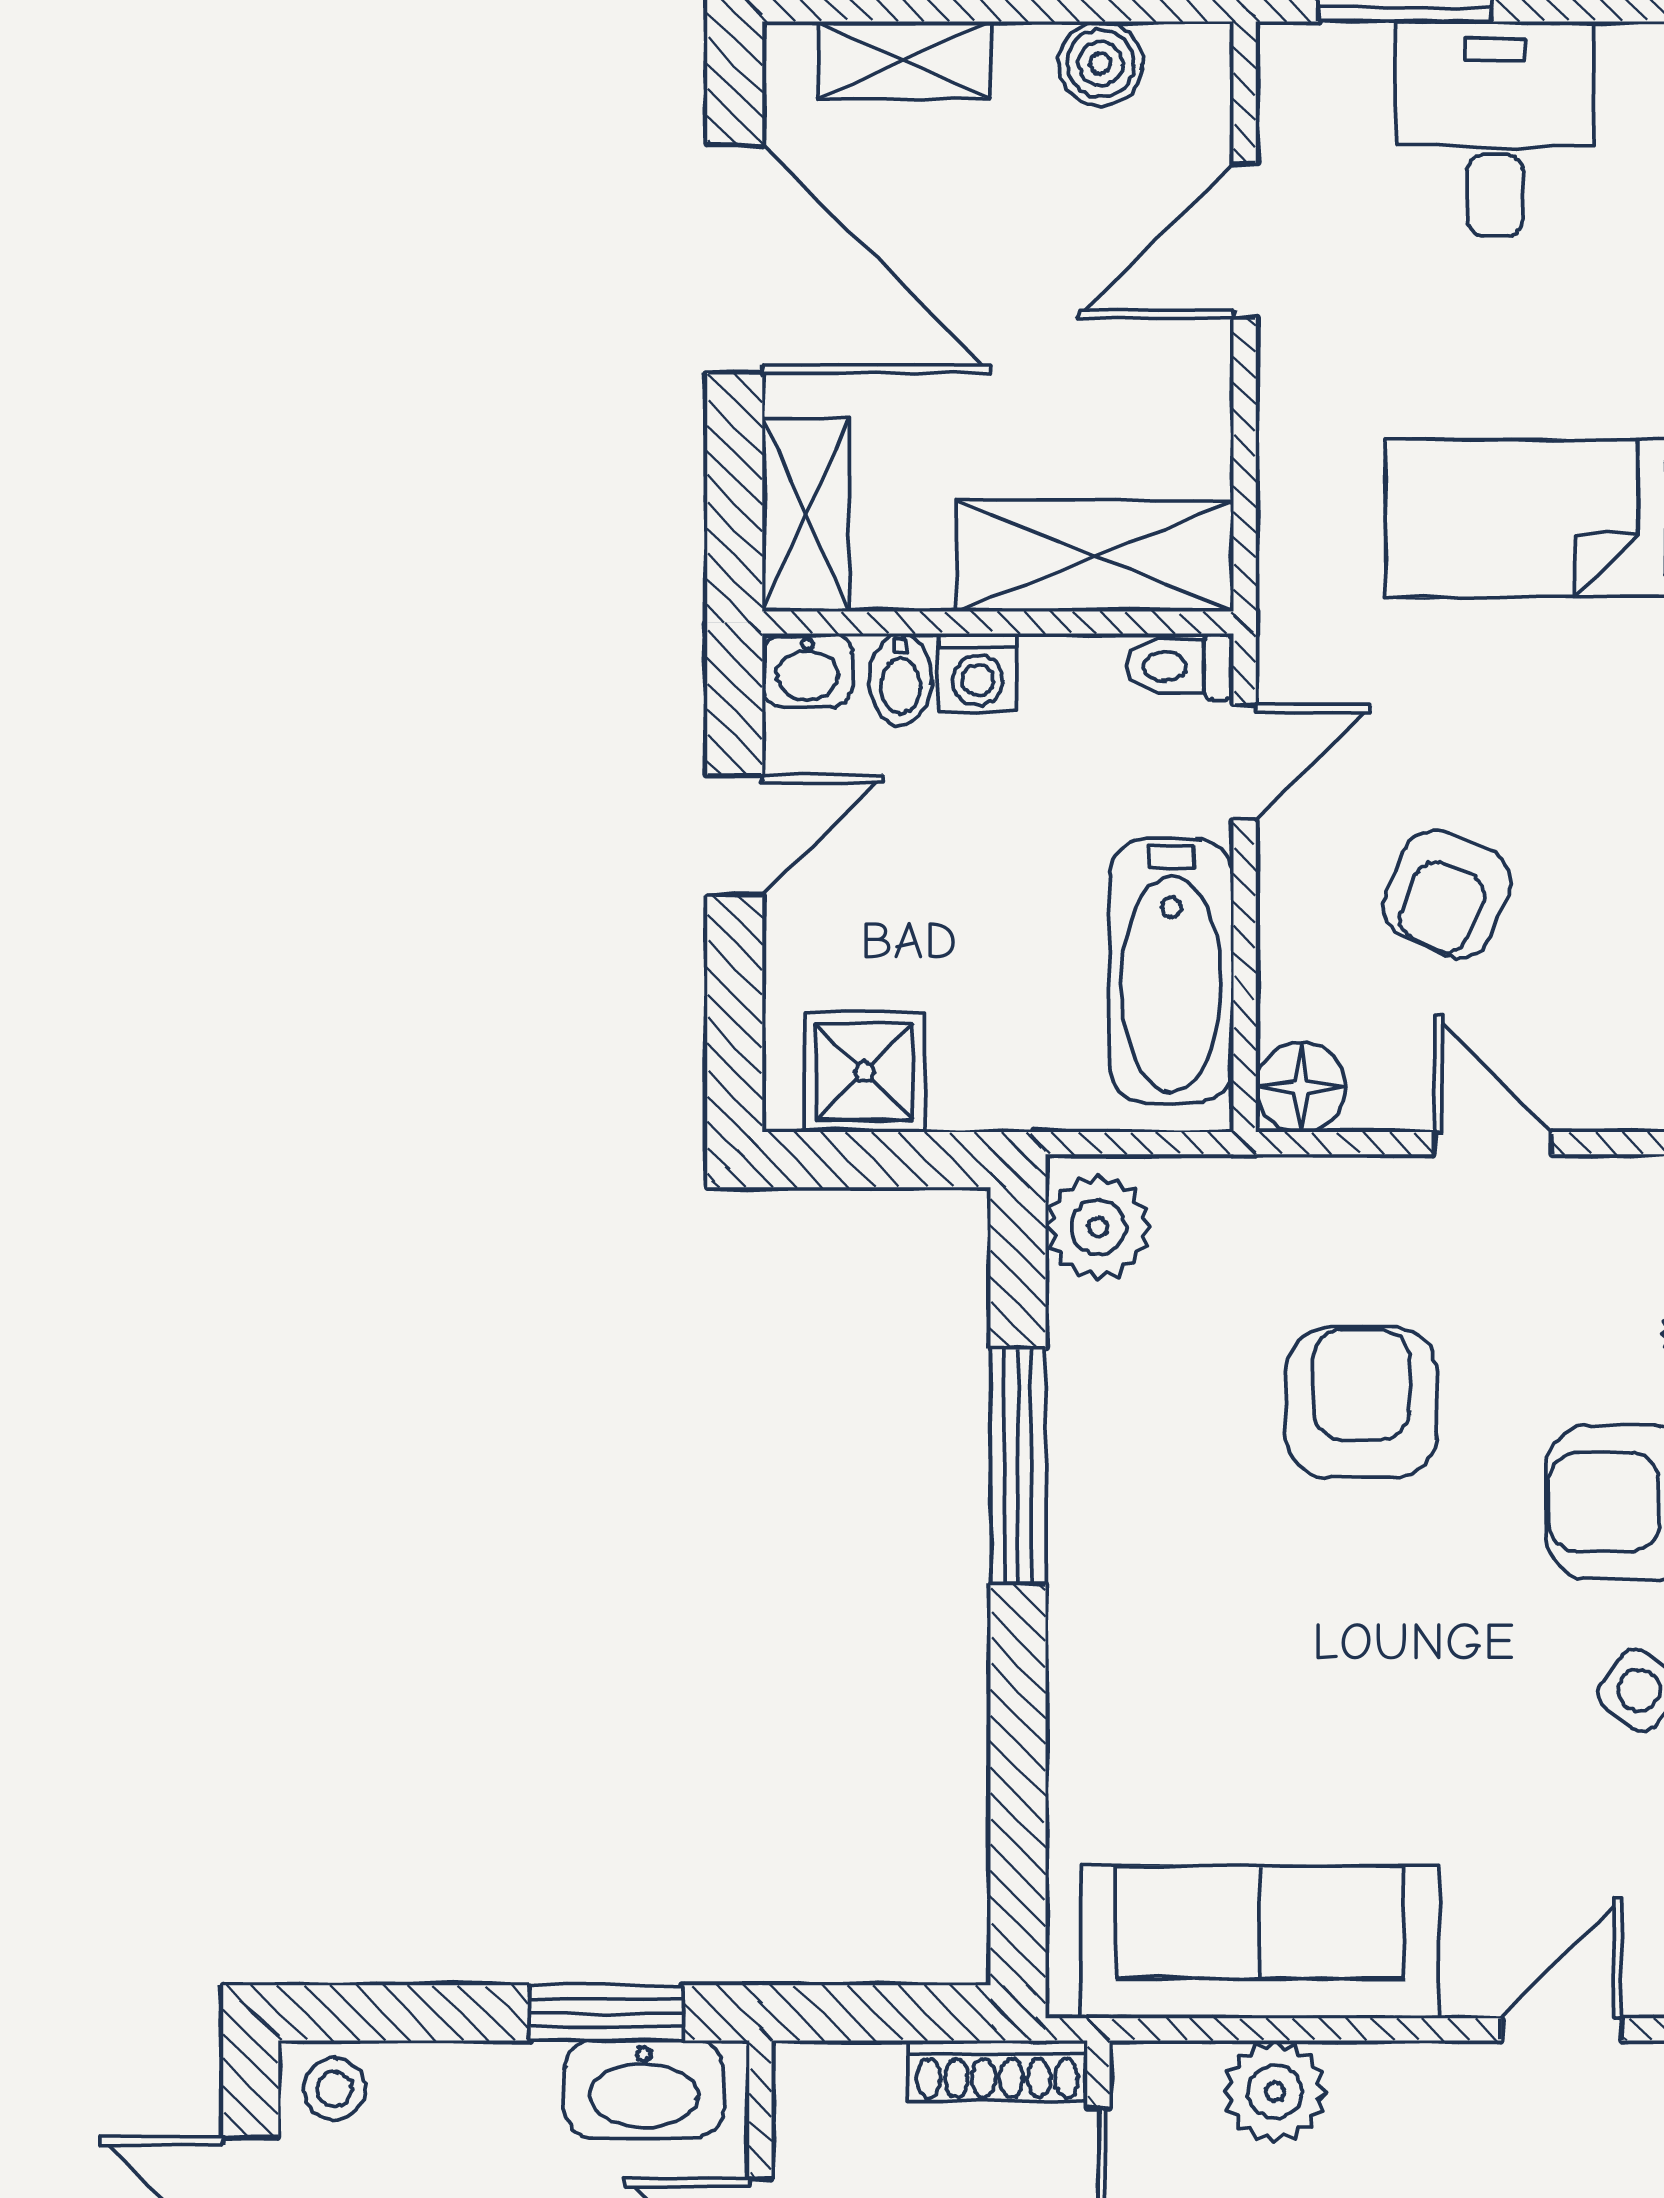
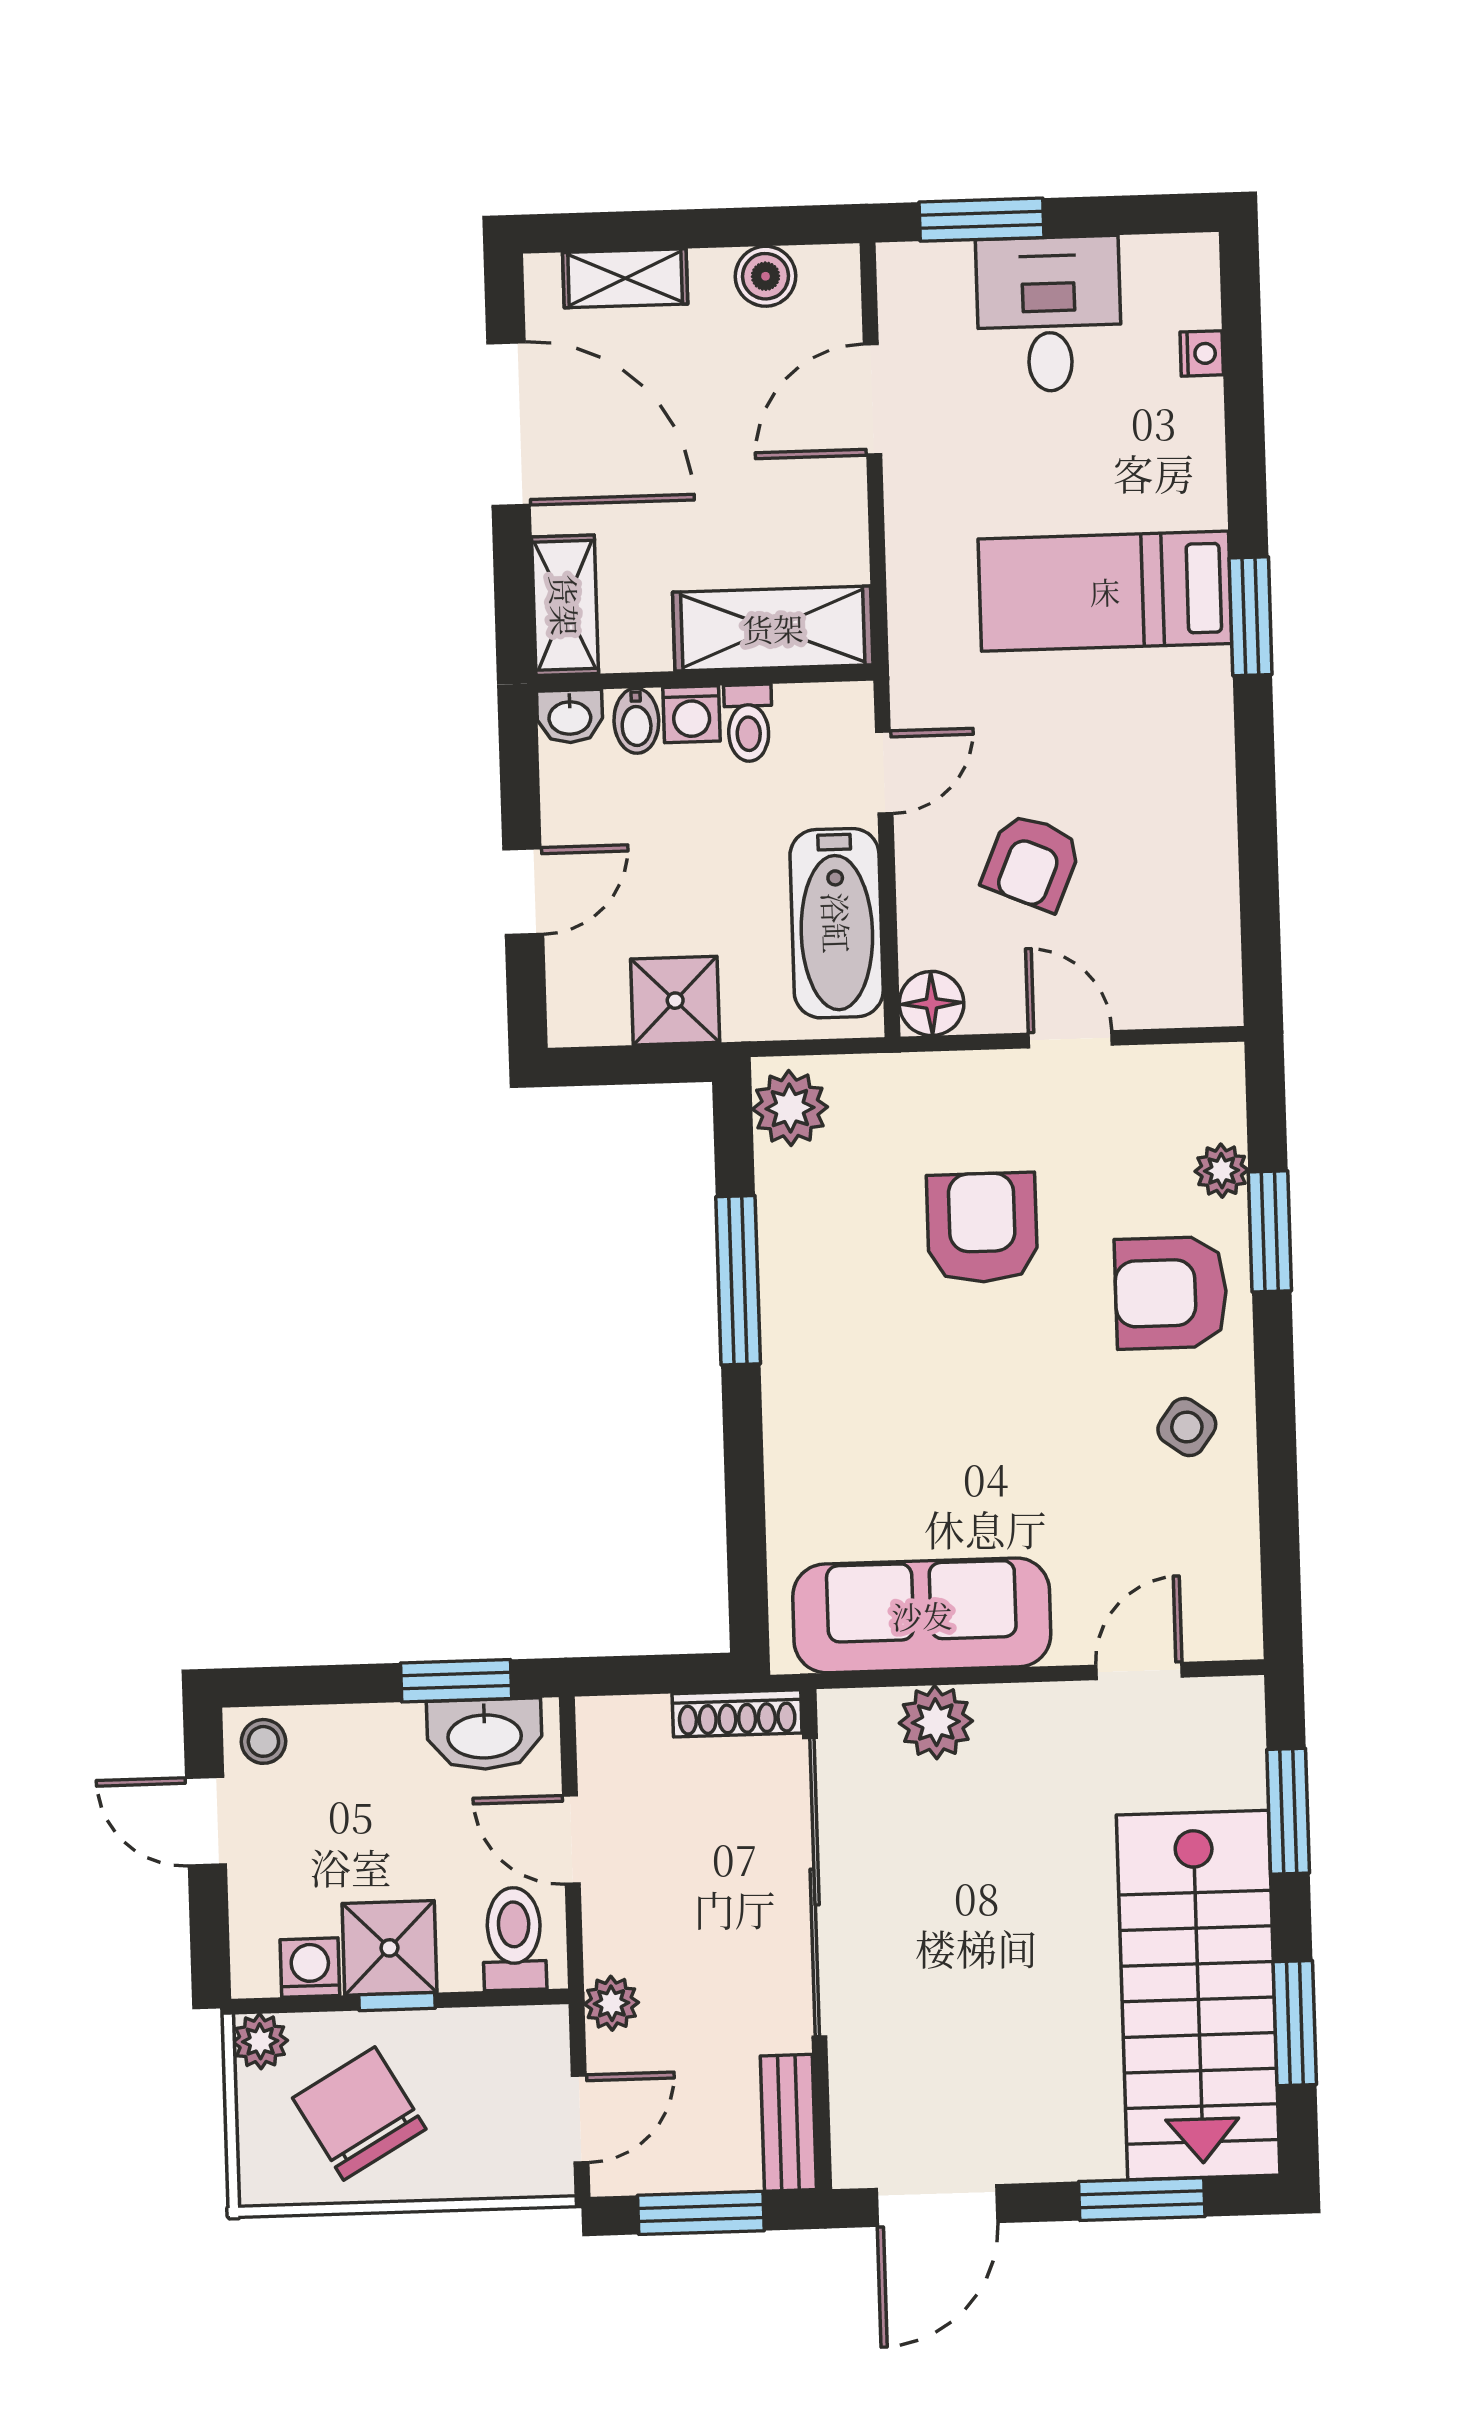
toilet: (1180, 666) -> (748, 723), moved, turned -90
door: (735, 835) -> (523, 891), moved
shower: (864, 1072) -> (675, 1001), moved

